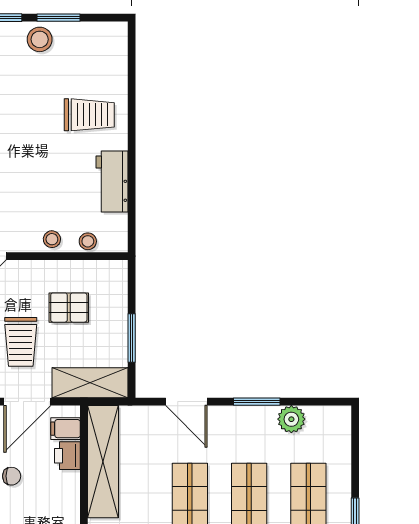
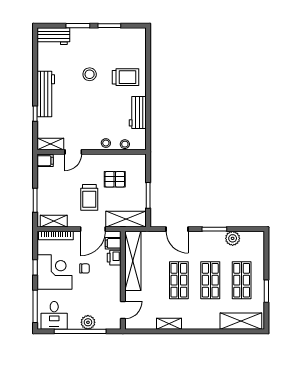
stool: (40, 39) -> (90, 74), moved

